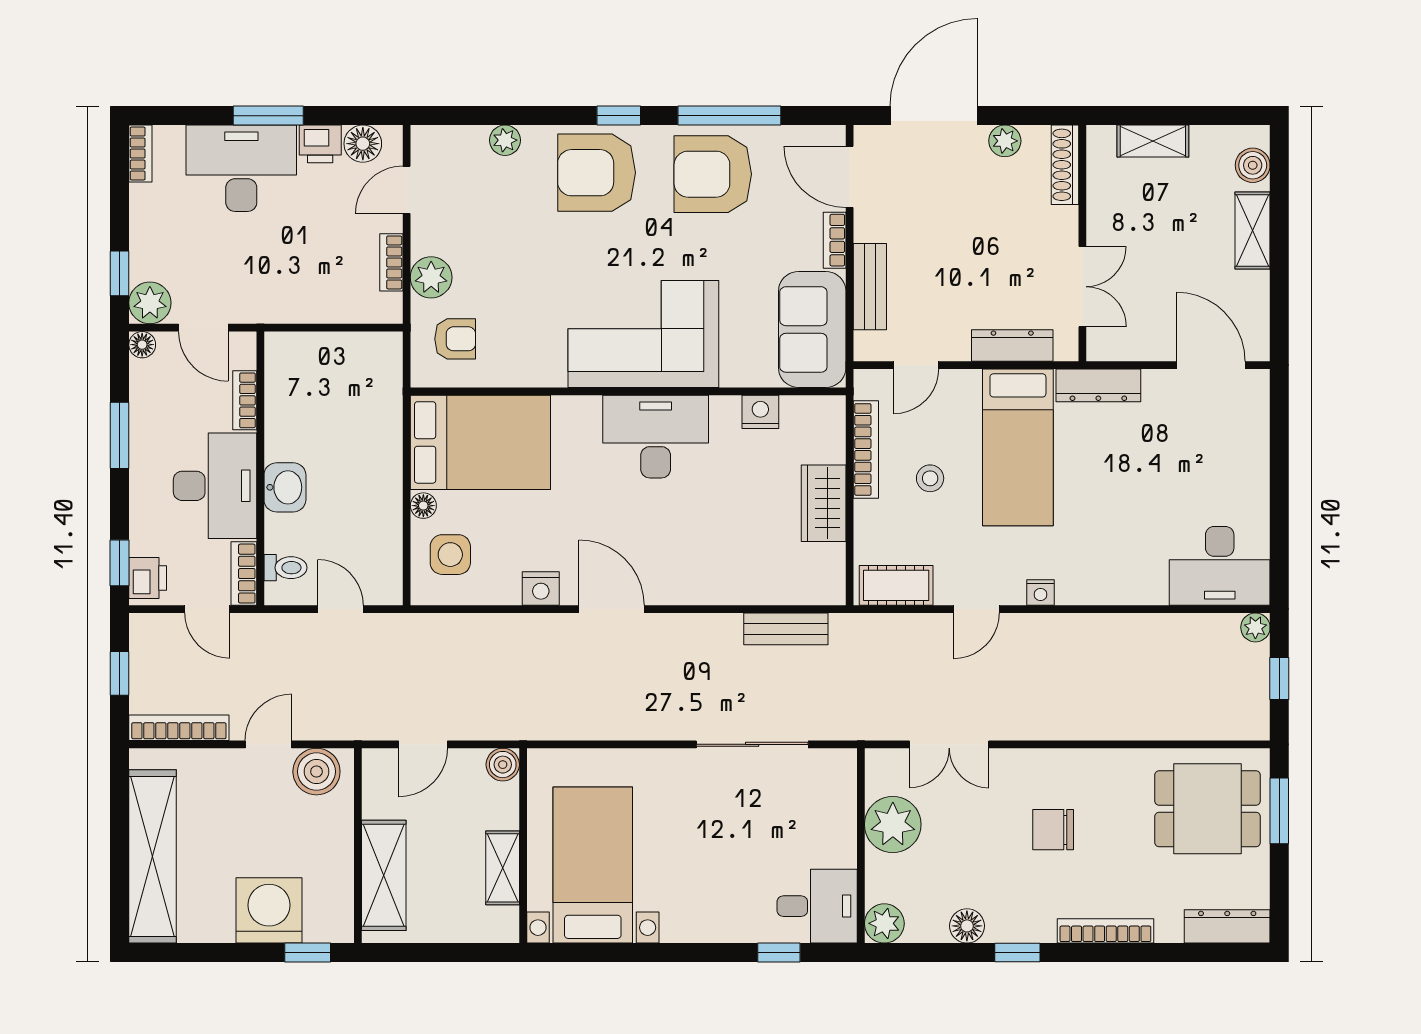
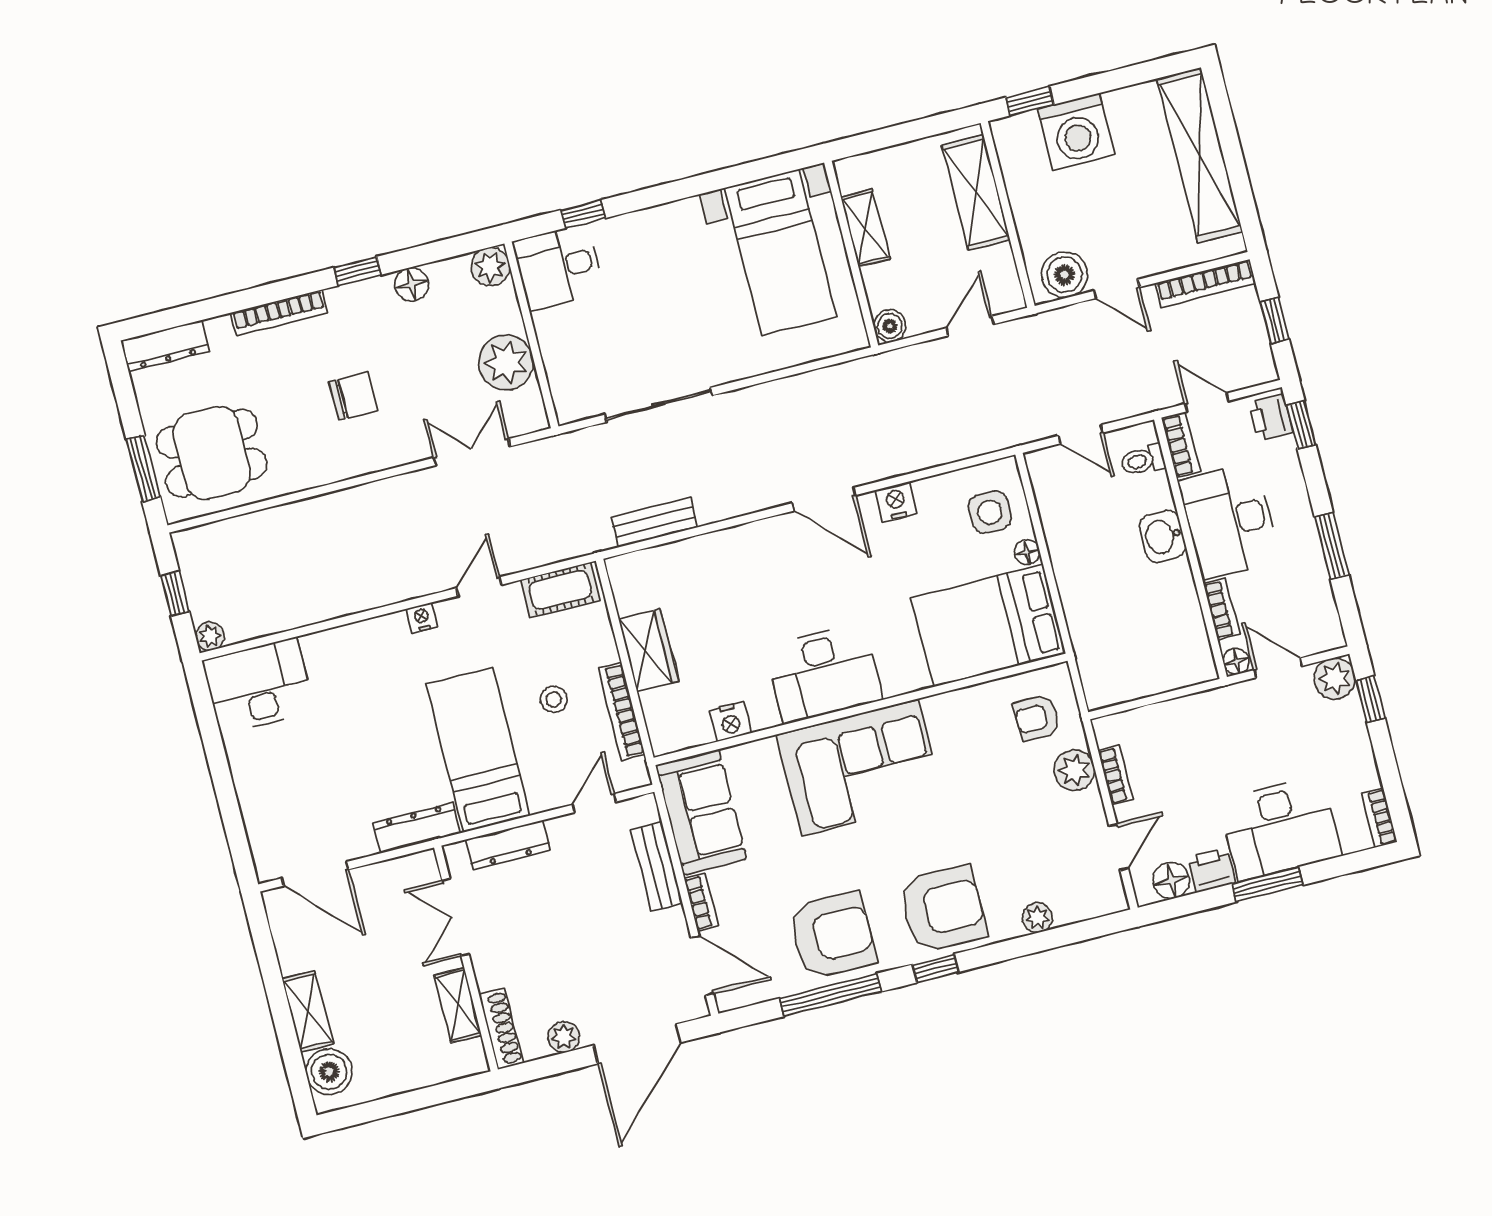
shelving: (1153, 141) -> (458, 1005), moved, turned 90
boiler: (1253, 165) -> (329, 1072), width x1.36, depth x1.36
floor lamp: (142, 345) -> (1236, 661), moved
door: (268, 744) -> (1117, 289), hinge flipped

